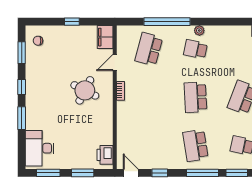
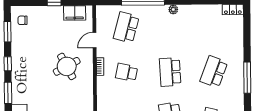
filing cabinet: (105, 37) -> (75, 13), moved, turned -90
school desk: (195, 49) -> (127, 72), moved
round table: (85, 90) -> (67, 66), turned 35

